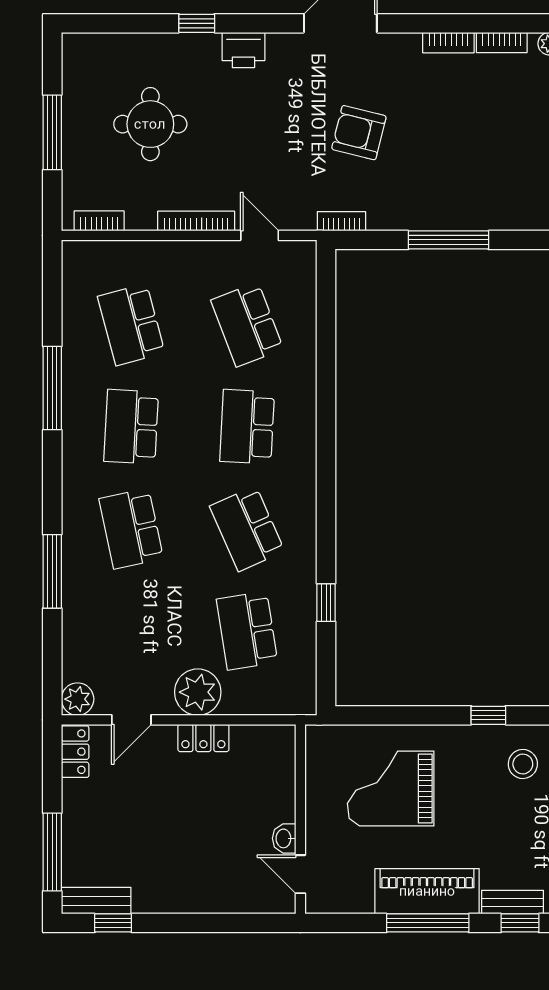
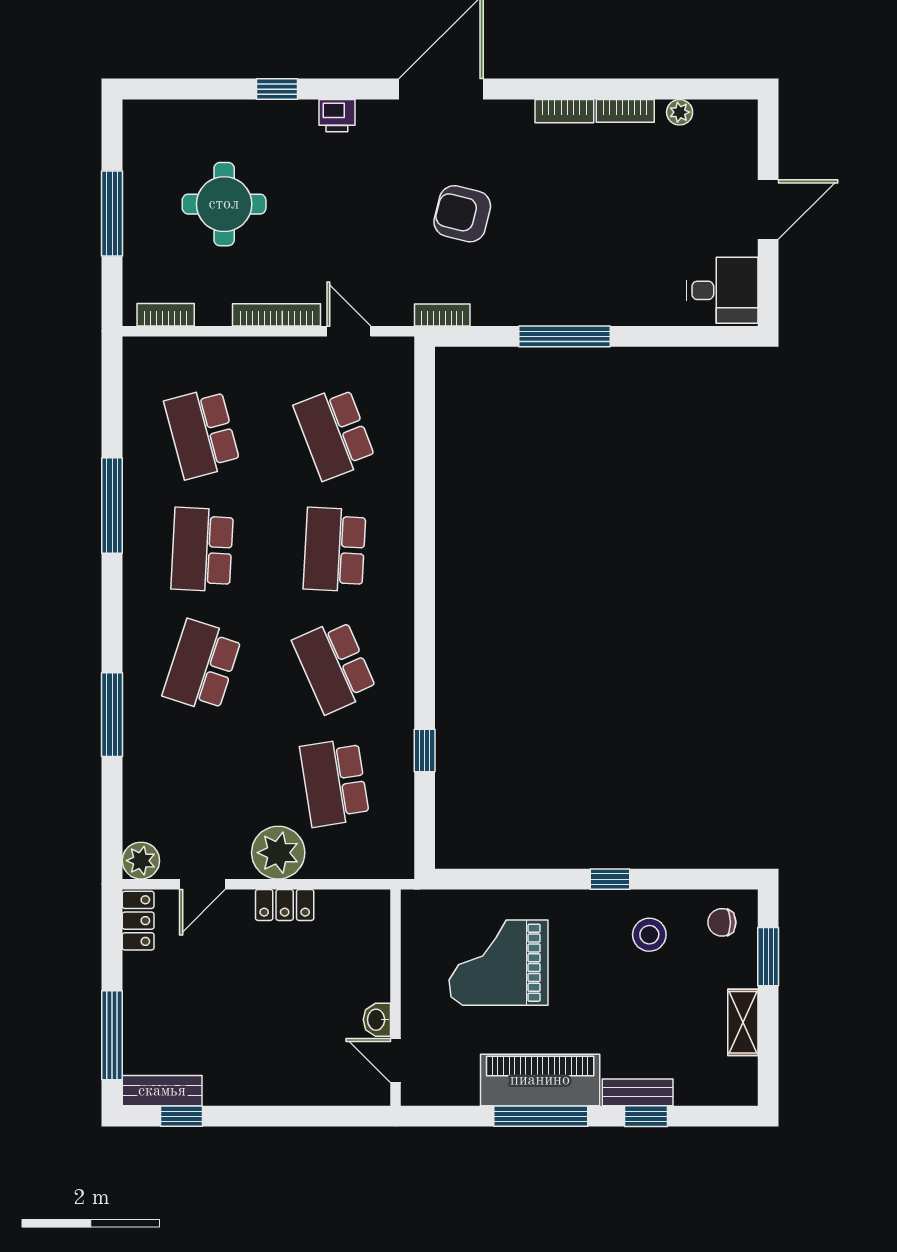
printer: (243, 50) -> (337, 116), width x0.73, depth x0.81
school desk: (131, 529) -> (202, 666), turned 30

